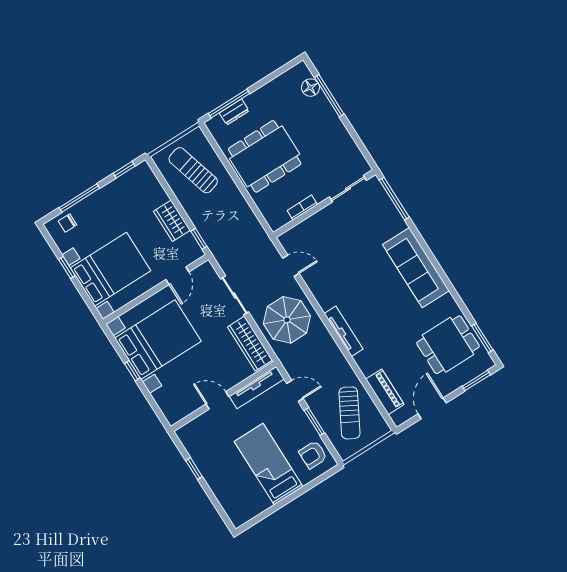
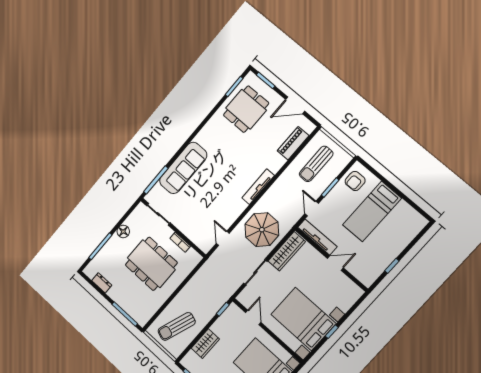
floor lamp: (311, 88) -> (123, 231), moved
dresser: (234, 112) -> (102, 283), moved
dining table: (265, 156) -> (151, 264), moved
sun lounger: (193, 170) -> (177, 326), turned 35
wardrobe: (172, 221) -> (205, 344), moved
sofa: (416, 268) -> (183, 168), moved
door: (177, 276) -> (253, 317), hinge flipped
dining table: (448, 345) -> (246, 109), turned 90
door: (217, 400) -> (335, 263), swing flipped
sun lounger: (350, 413) -> (316, 164), turned 151
armchair: (313, 455) -> (355, 181), turned 90

